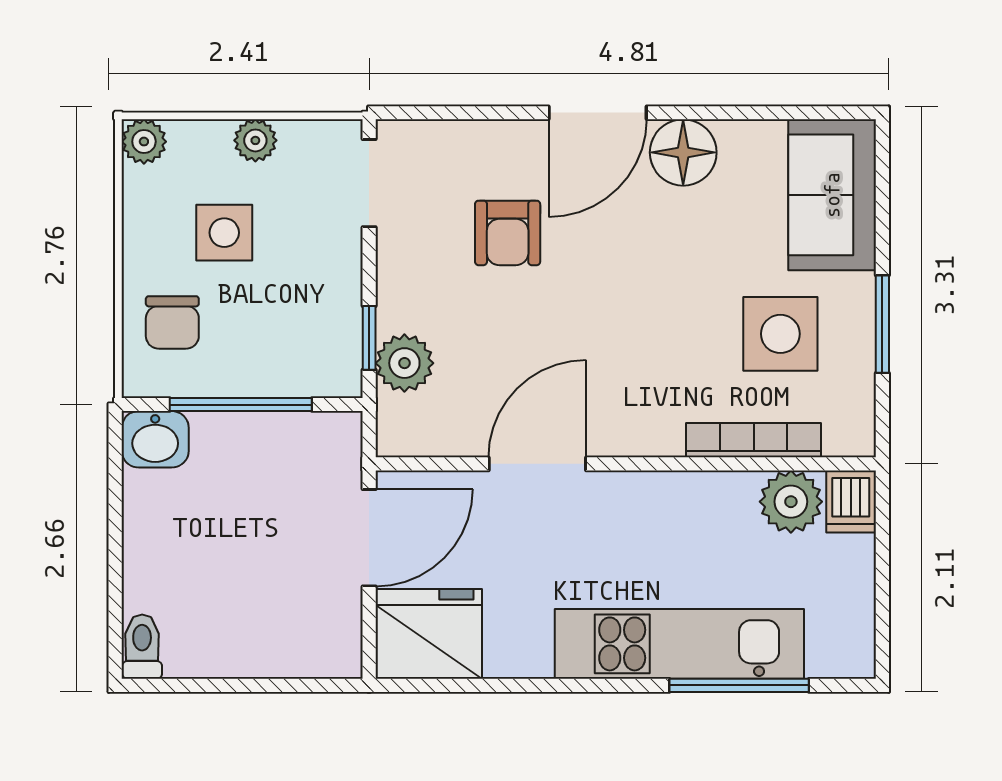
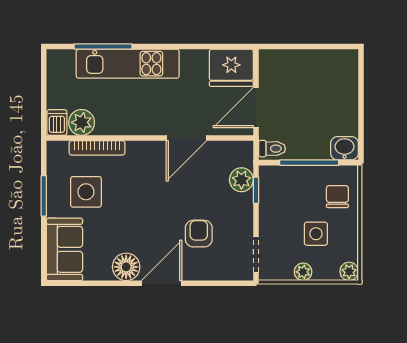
toilet: (142, 647) -> (272, 149), moved, turned -90

